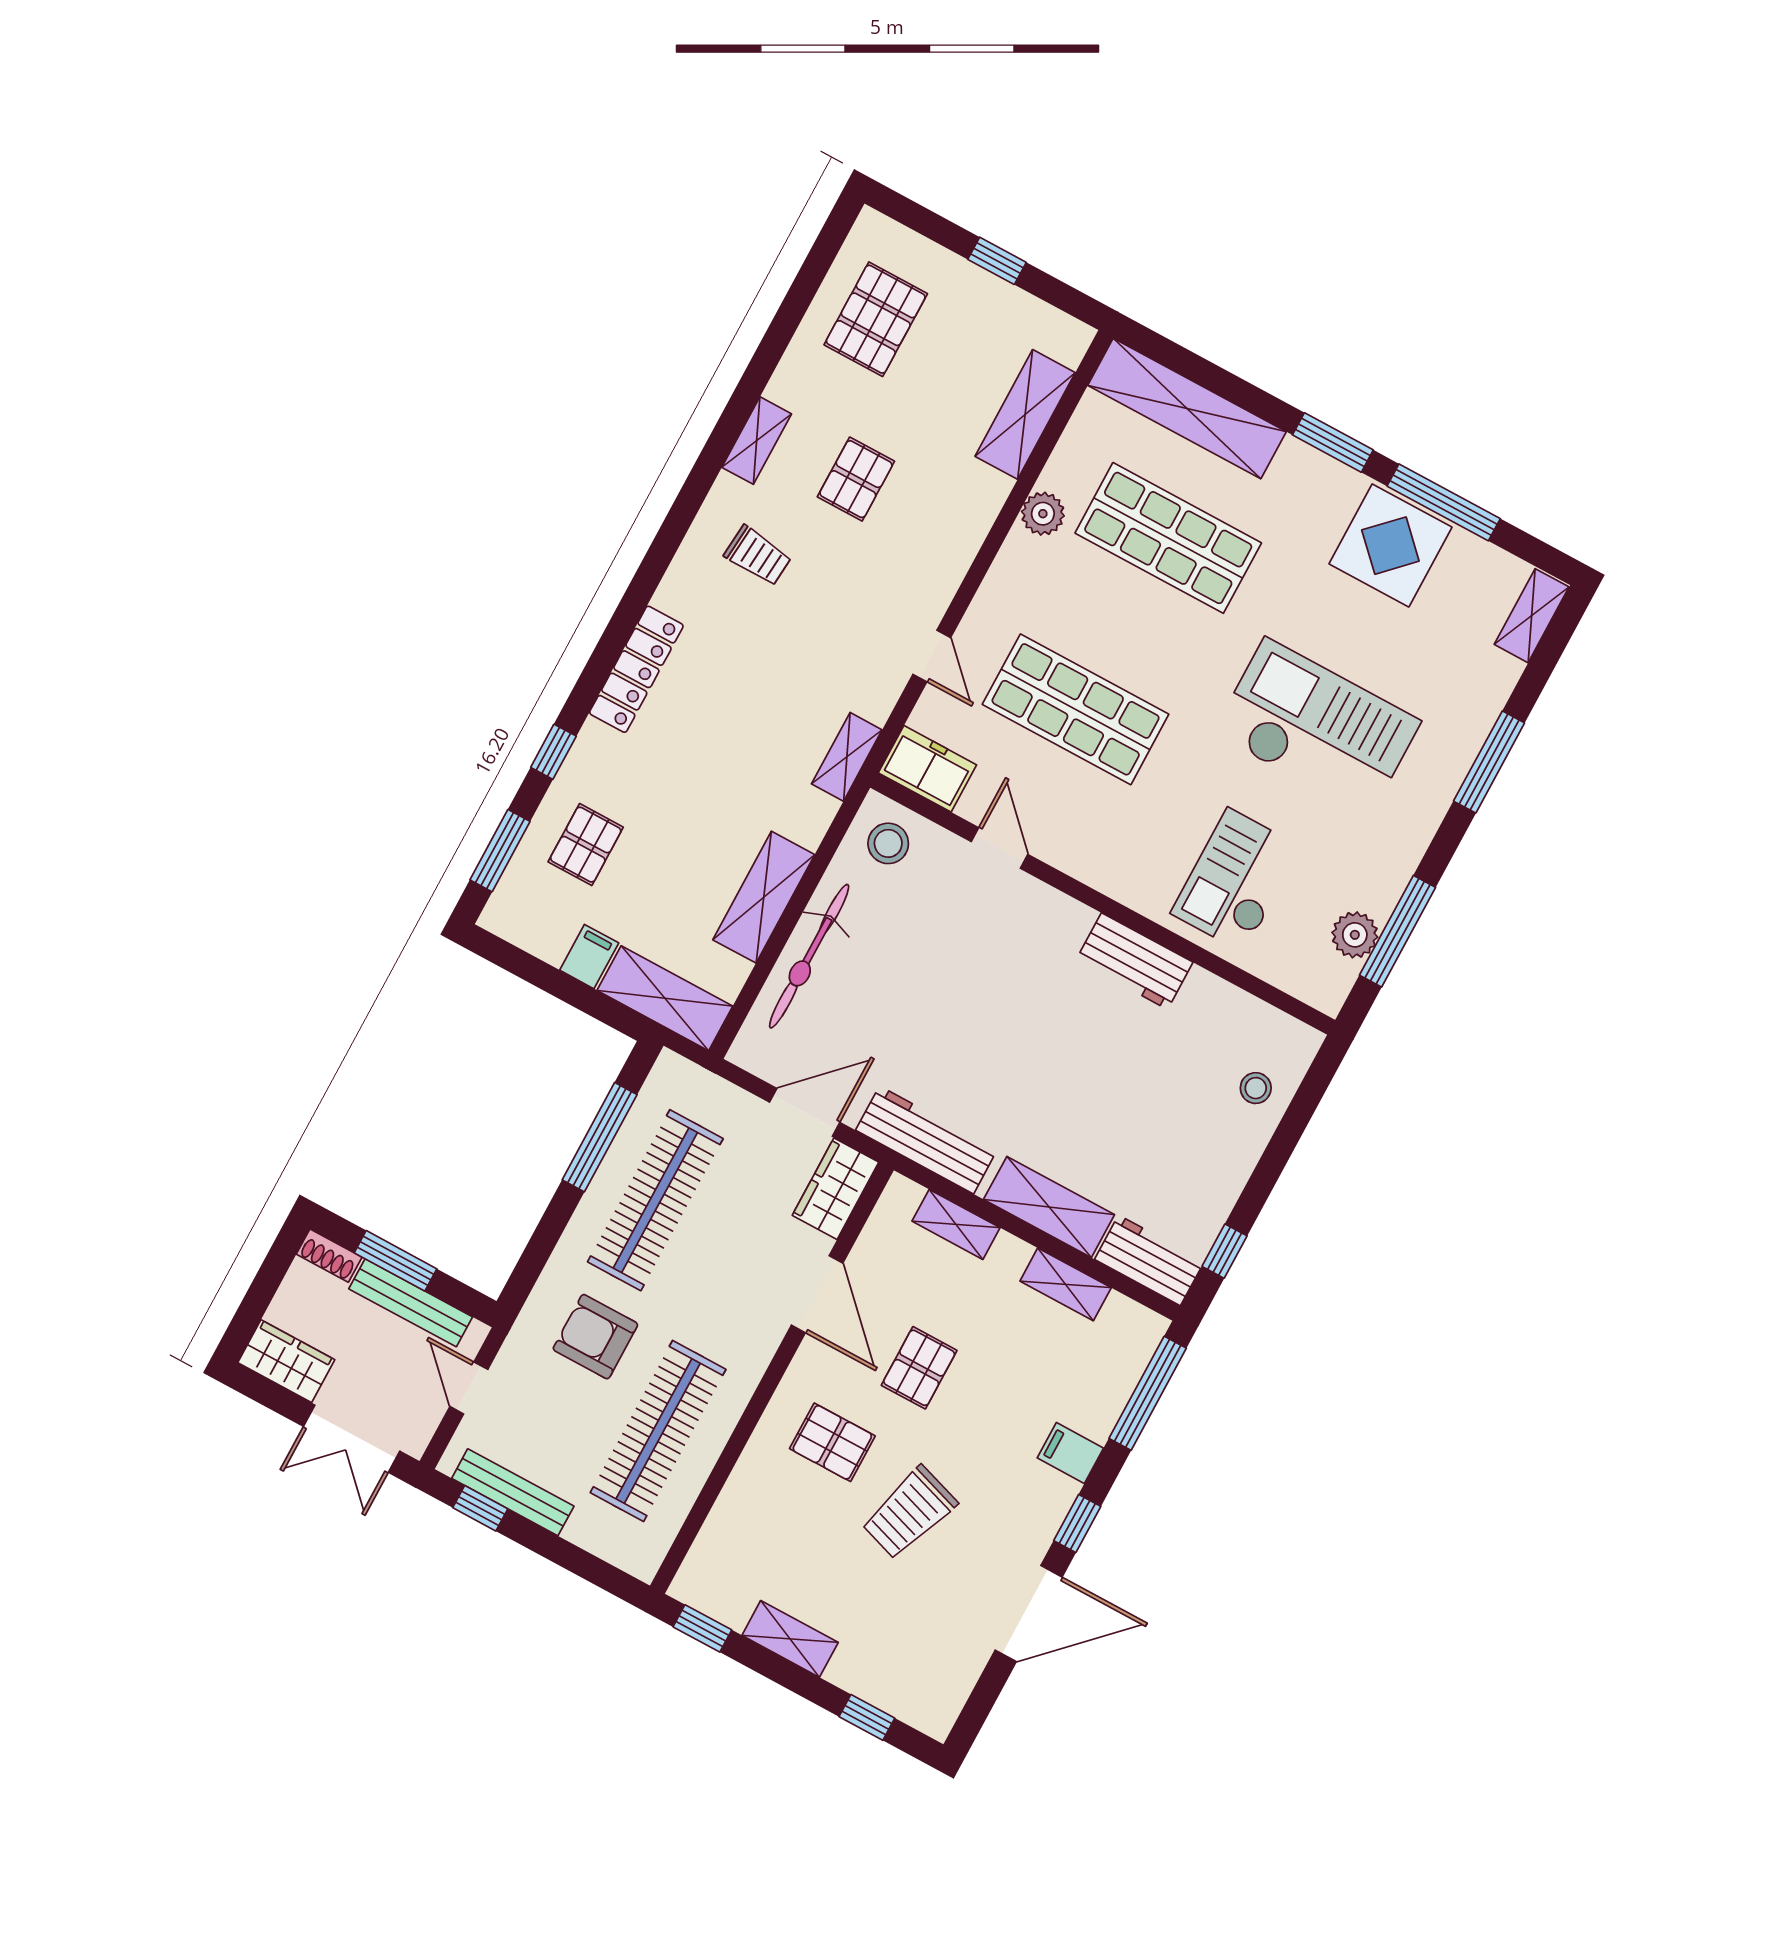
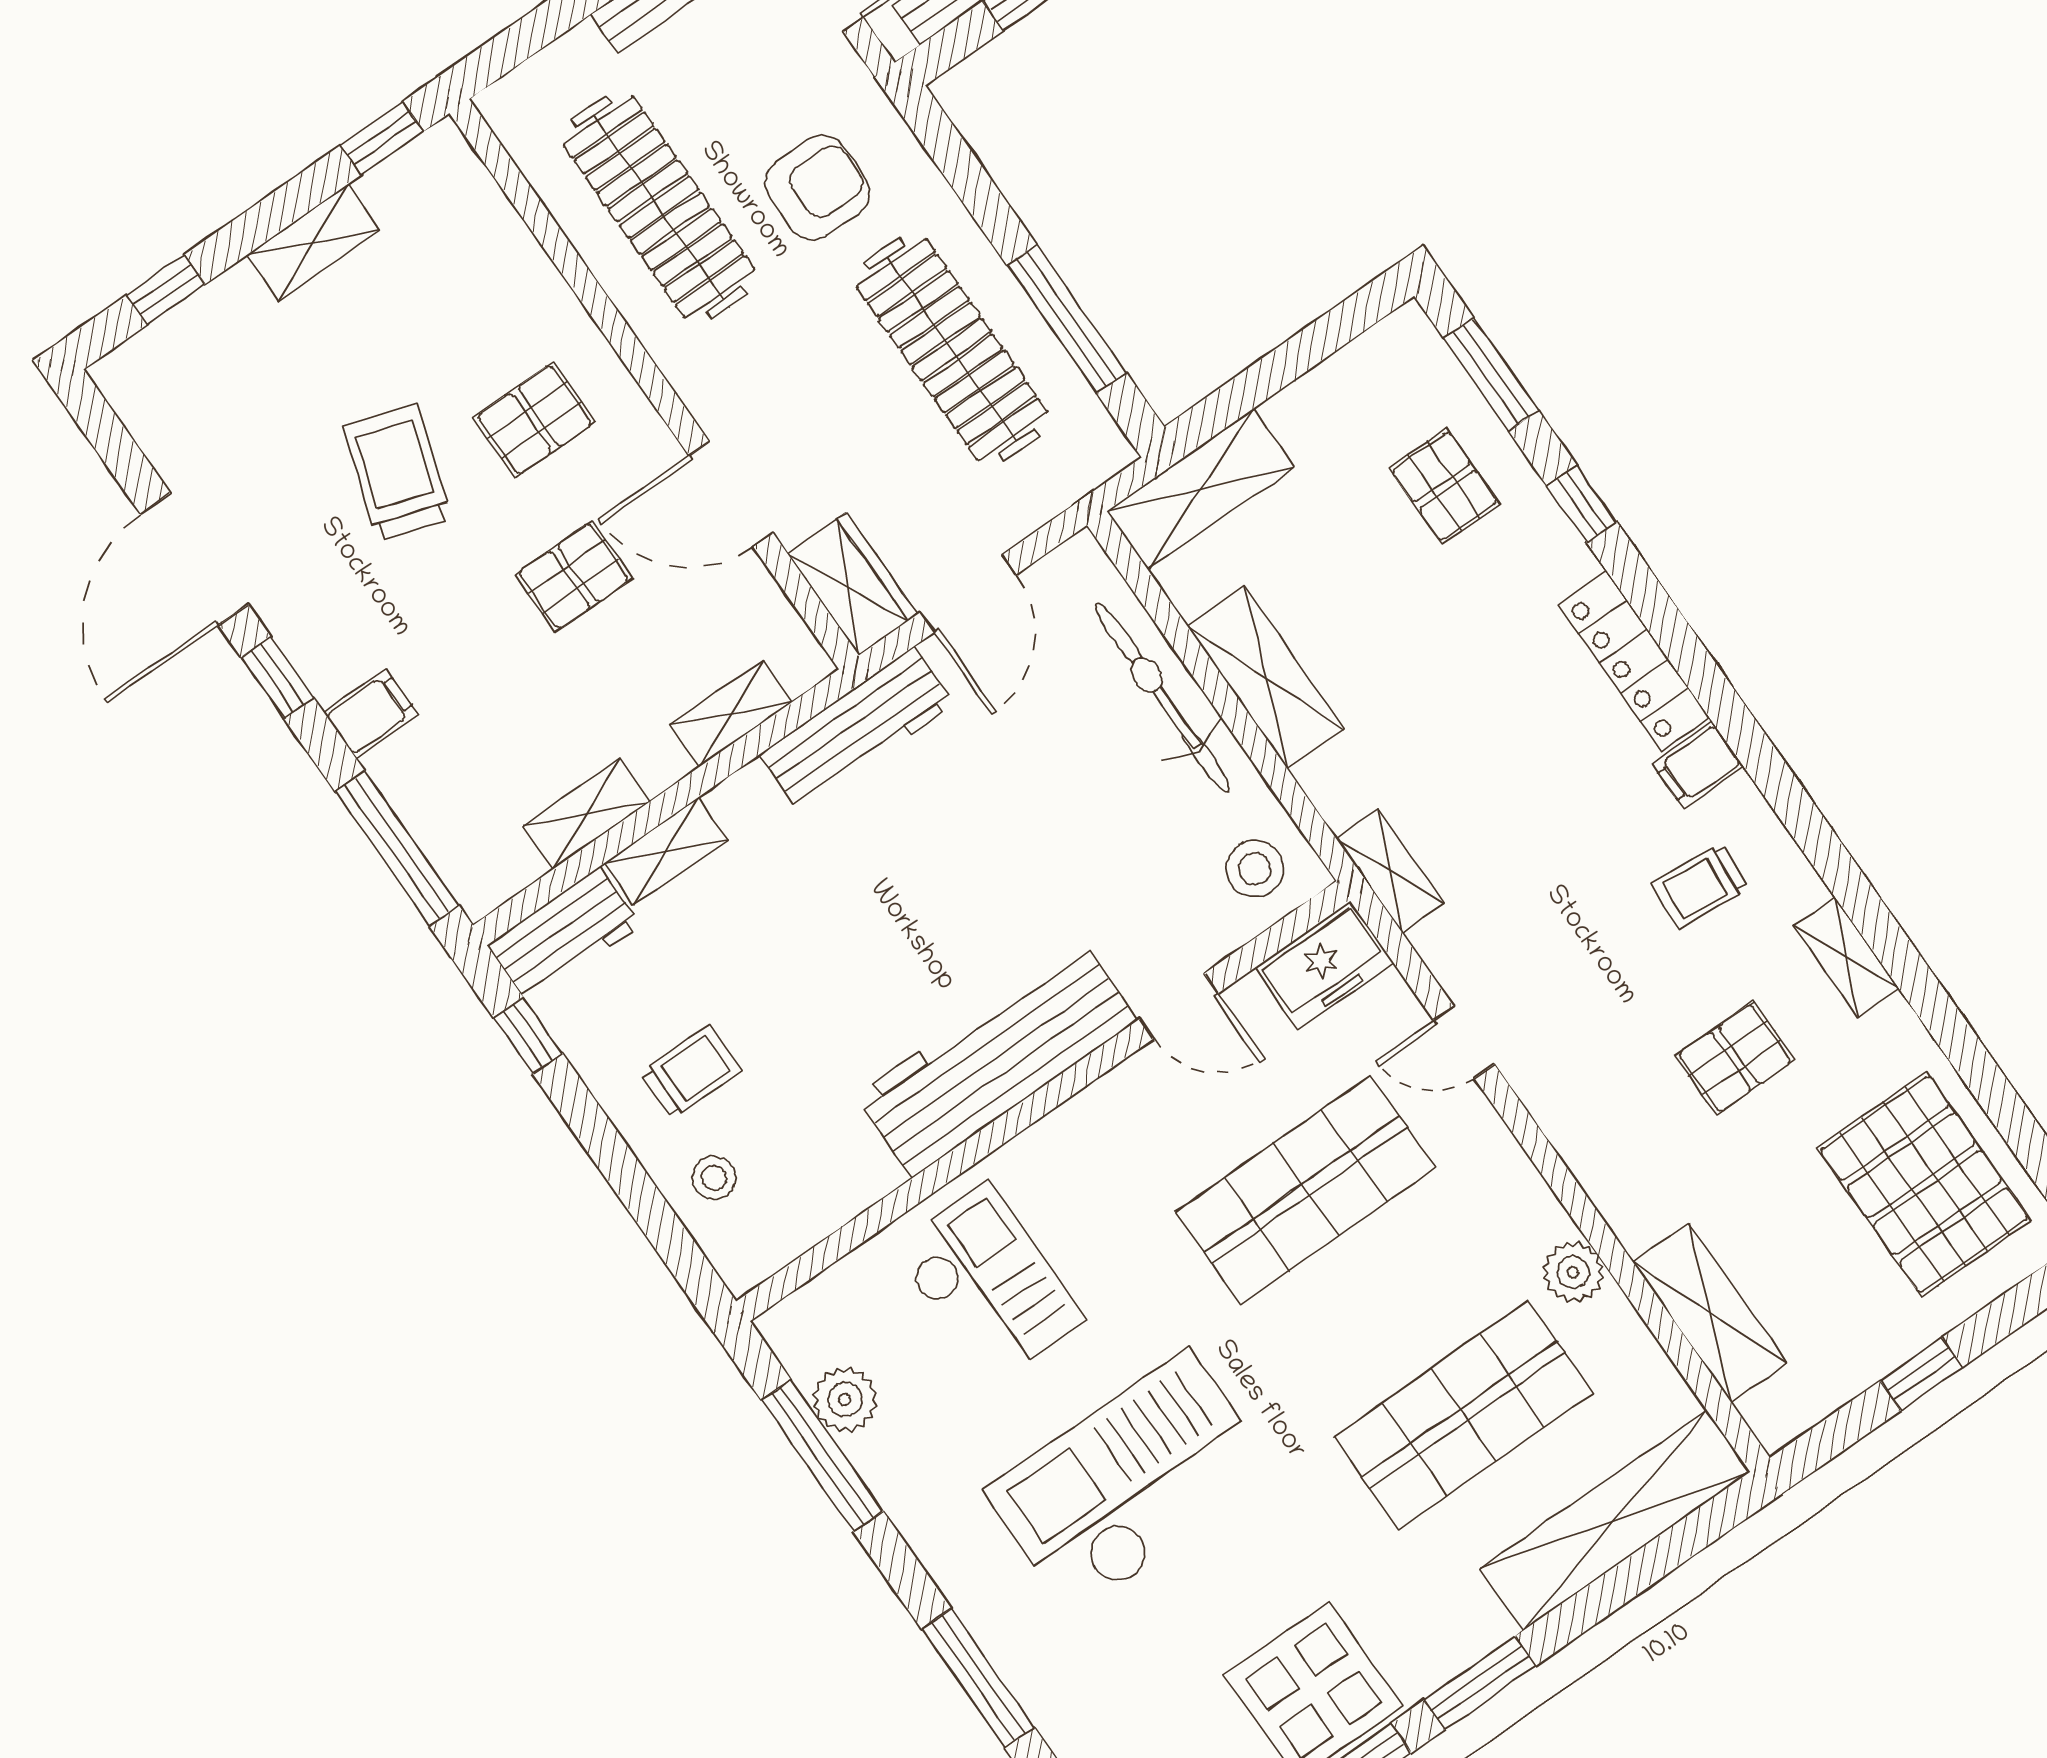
pallet: (876, 319) -> (1924, 1184), width x1.37, depth x1.41
pallet: (856, 479) -> (1735, 1058), turned 90
checkout: (1317, 727) -> (1130, 1483), turned 180
filing cabinet: (589, 957) -> (1698, 765), moved, turned 90
workbench: (1134, 961) -> (997, 1058), width x1.88, depth x1.32
trolley: (1196, 1136) -> (691, 1072), added
shelving: (1049, 1207) -> (666, 851), width x0.67, depth x0.75
pallet: (919, 1368) -> (574, 576), turned 90

